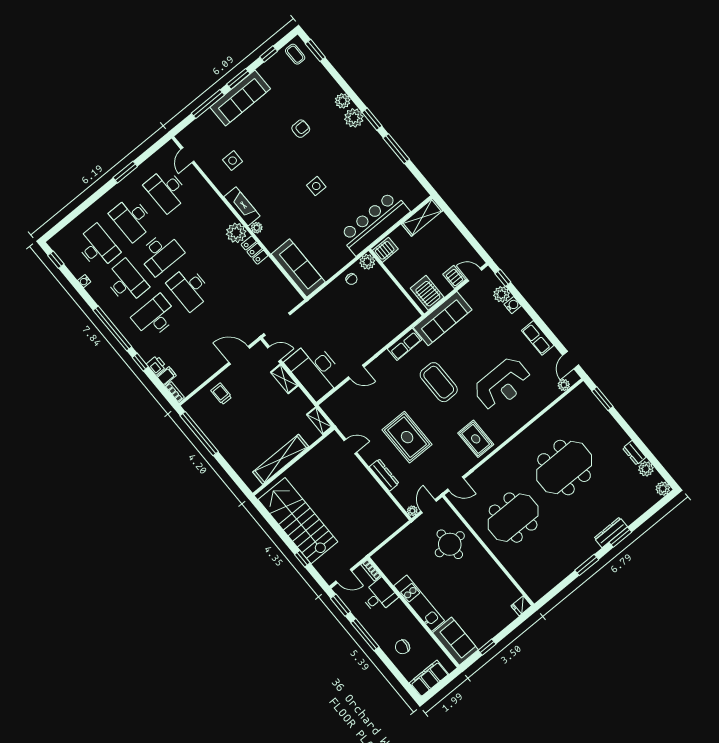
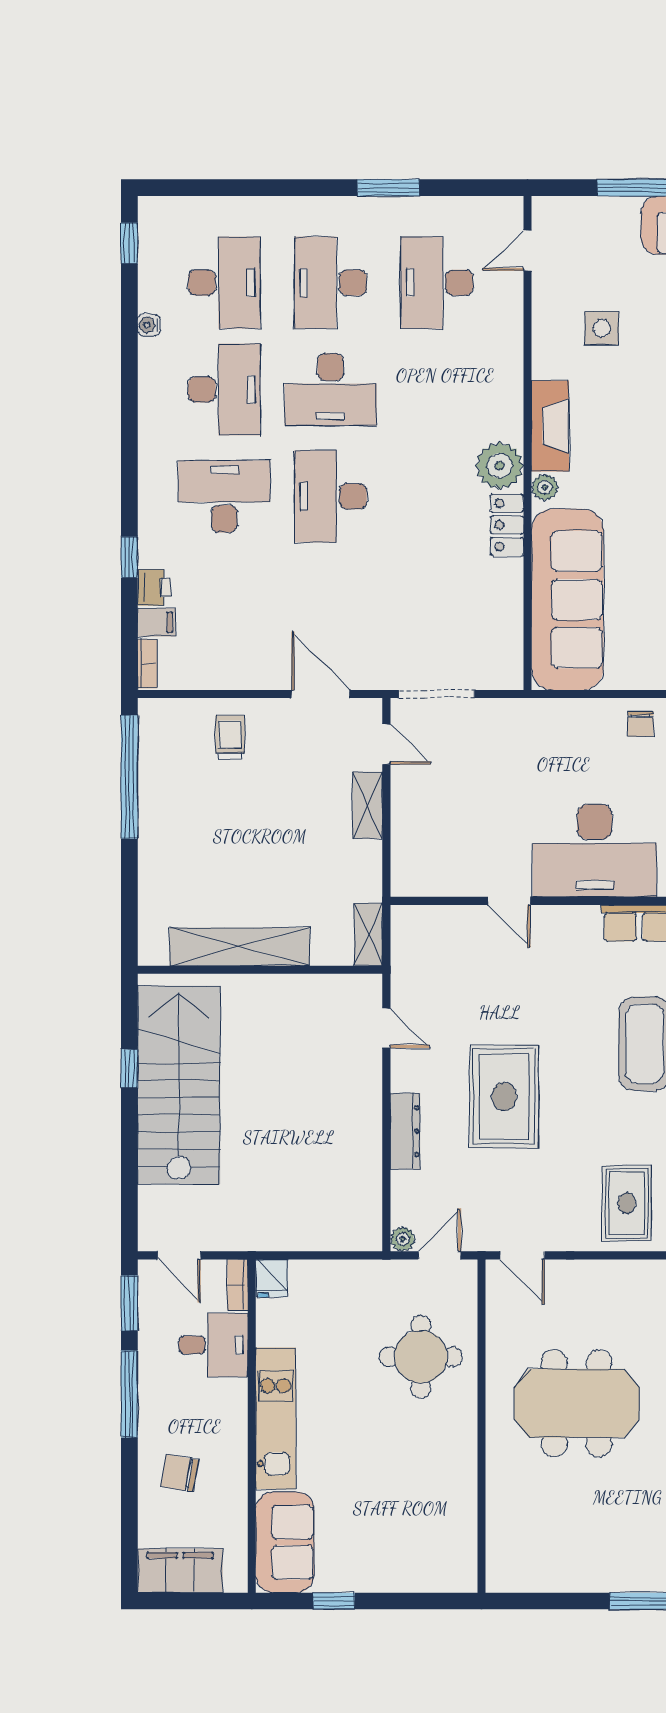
sofa: (298, 268) -> (567, 599), width x1.36, depth x1.27
window: (112, 328) -> (129, 454), removed
desk: (315, 370) -> (595, 851), moved, turned -90
window: (302, 559) -> (129, 1068), moved
fridge: (521, 606) -> (272, 1278), moved, turned -90

